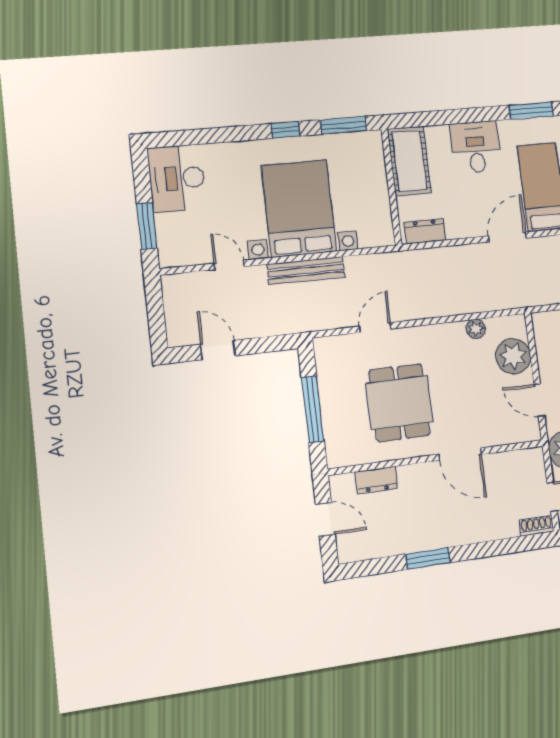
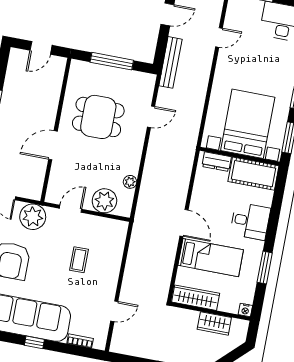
bed with nightstands: (299, 208) -> (248, 124), moved, turned -90
dresser: (425, 231) -> (217, 162), moved, turned 90
bench: (306, 271) -> (170, 62), moved
door: (375, 328) -> (151, 117), hinge flipped
dresser: (376, 480) -> (54, 87), removed

